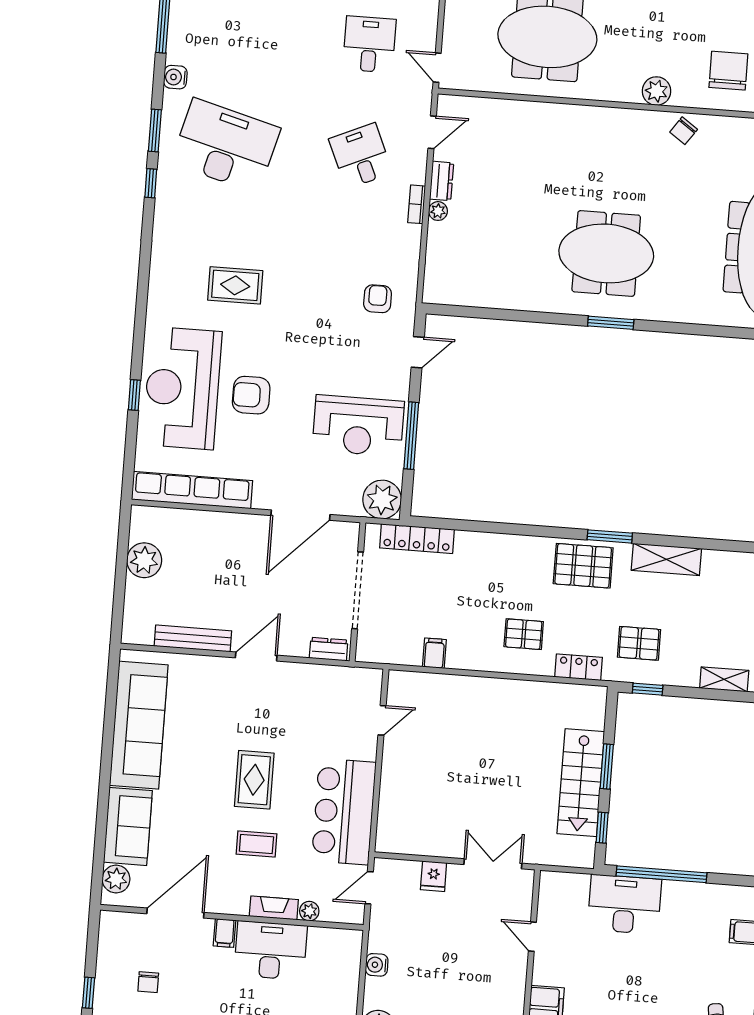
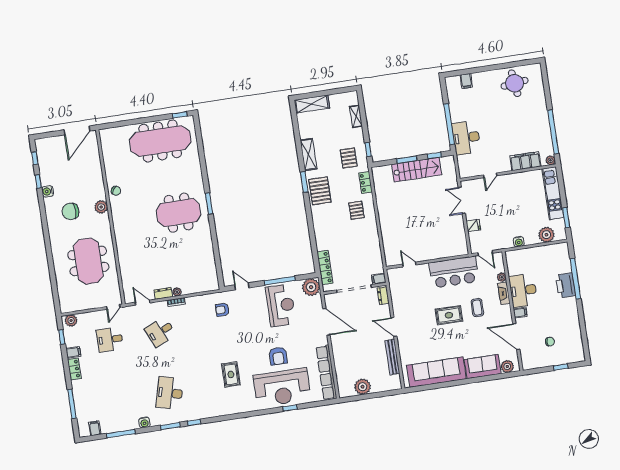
chair: (728, 71) -> (71, 211), moved
desk: (226, 146) -> (170, 393), width x0.73, depth x0.77
meeting table: (606, 253) -> (179, 213), turned 90
filing cabinet: (434, 653) -> (379, 279), moved

